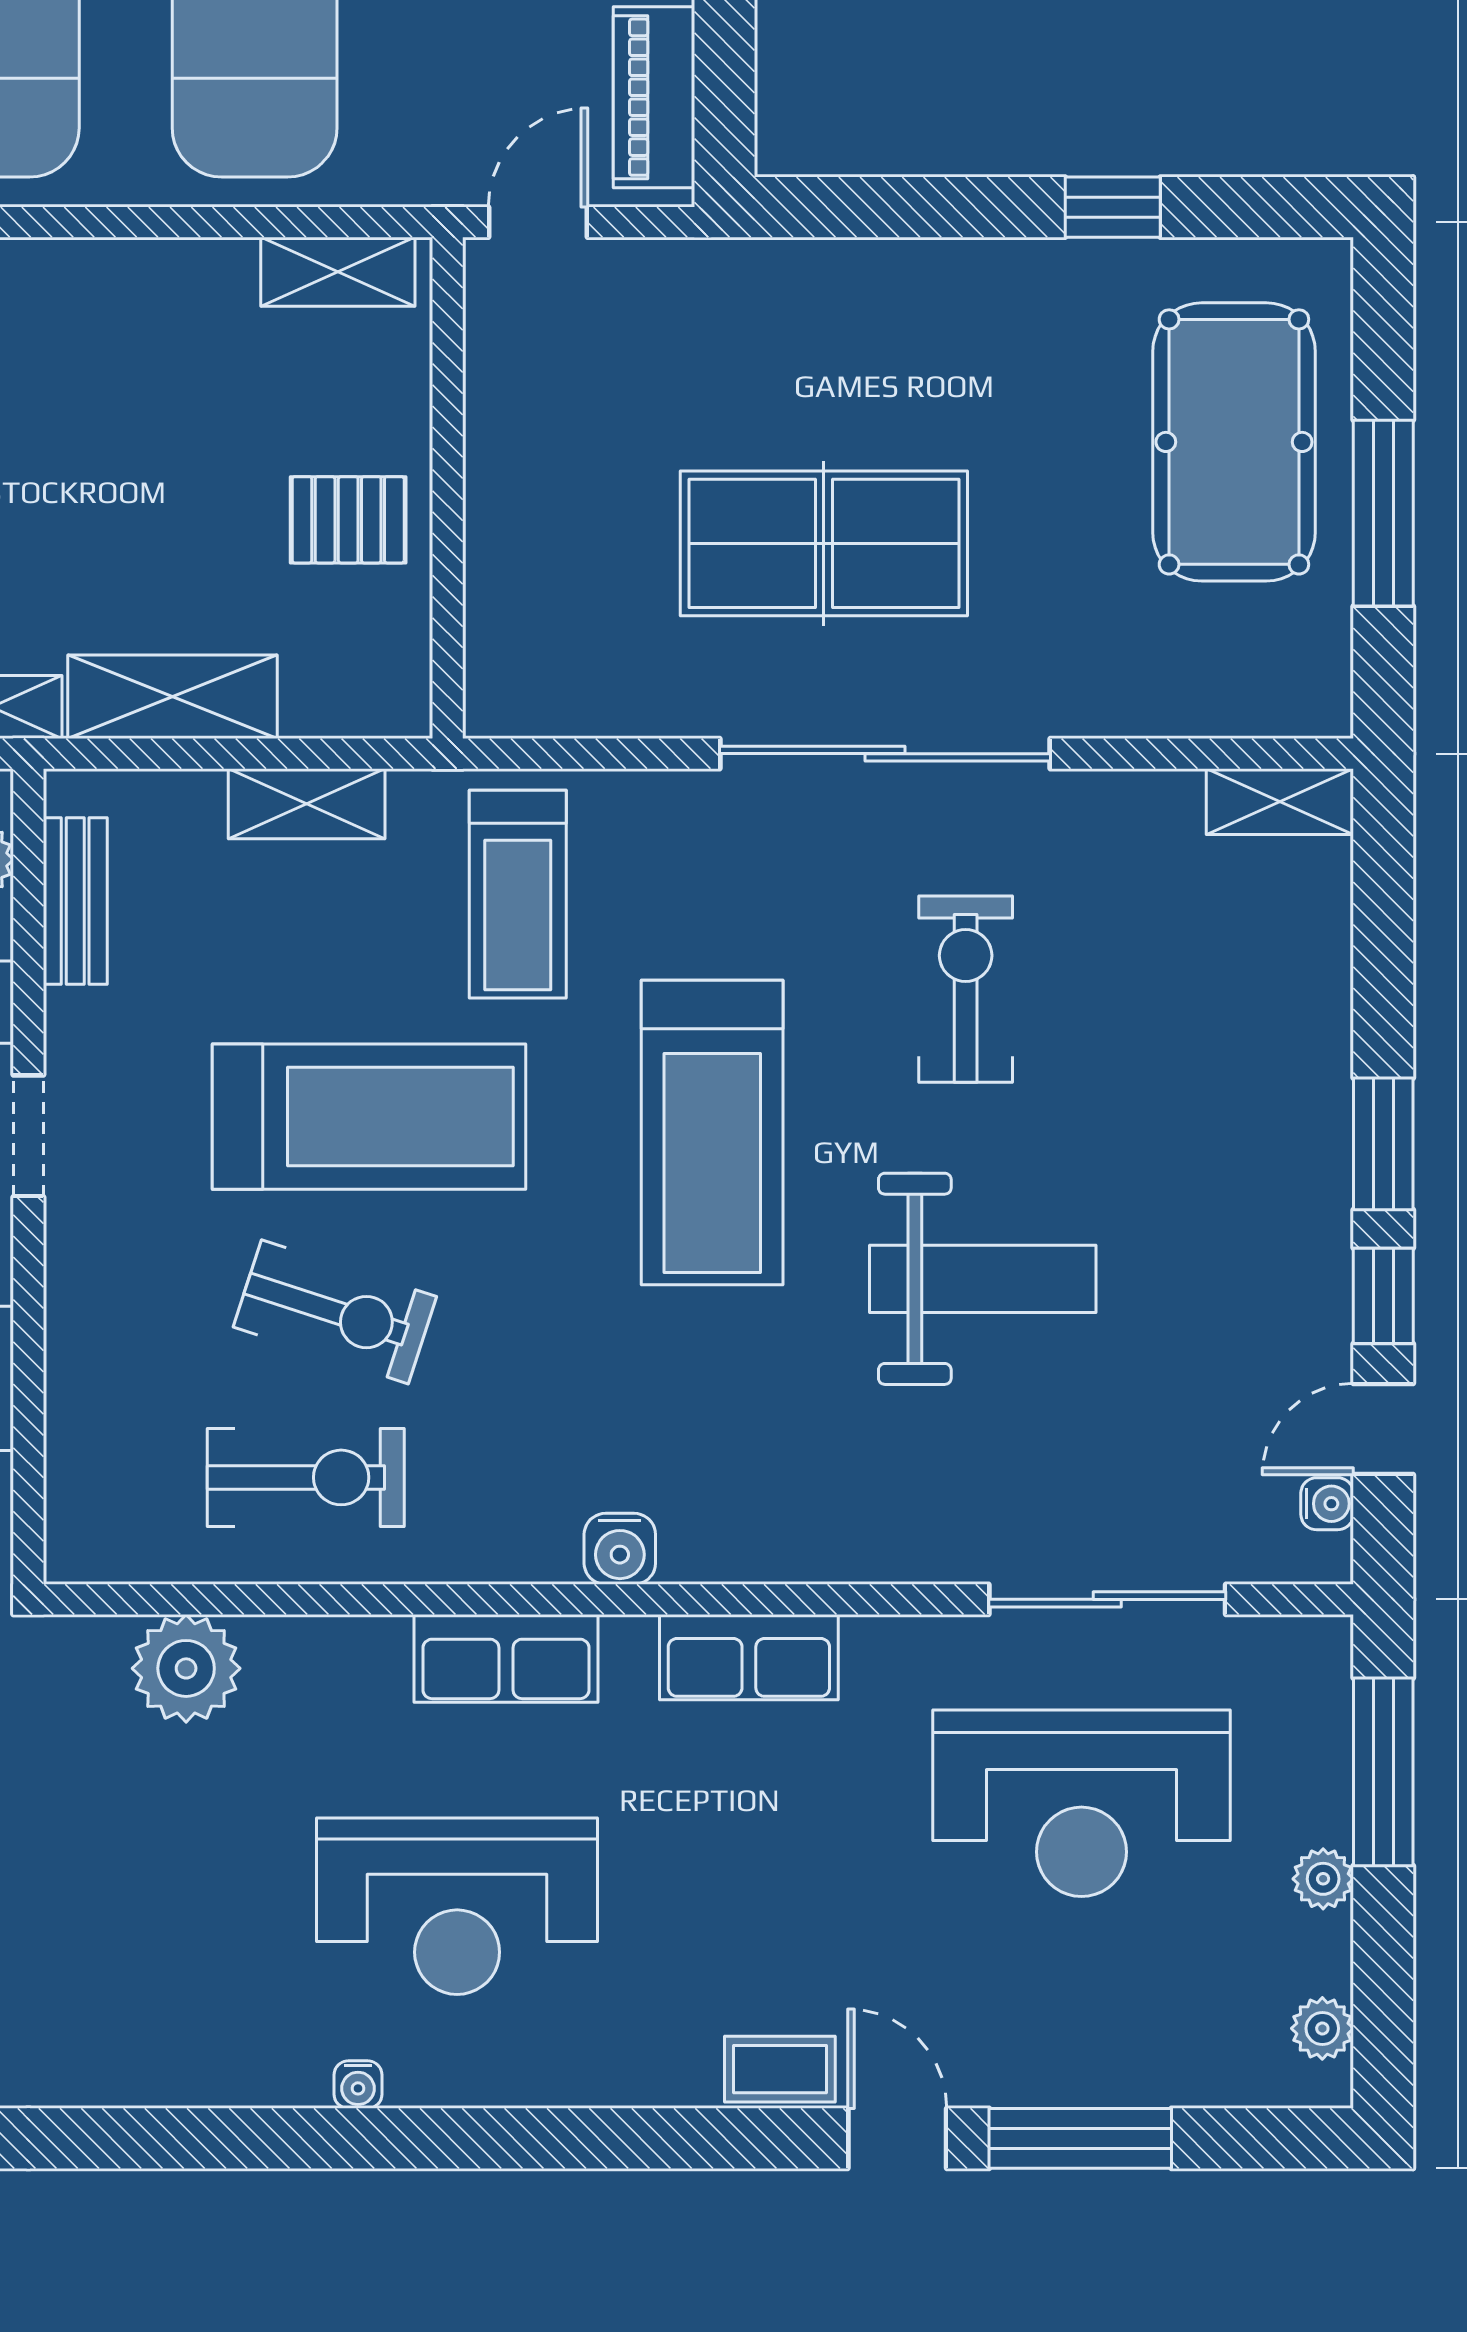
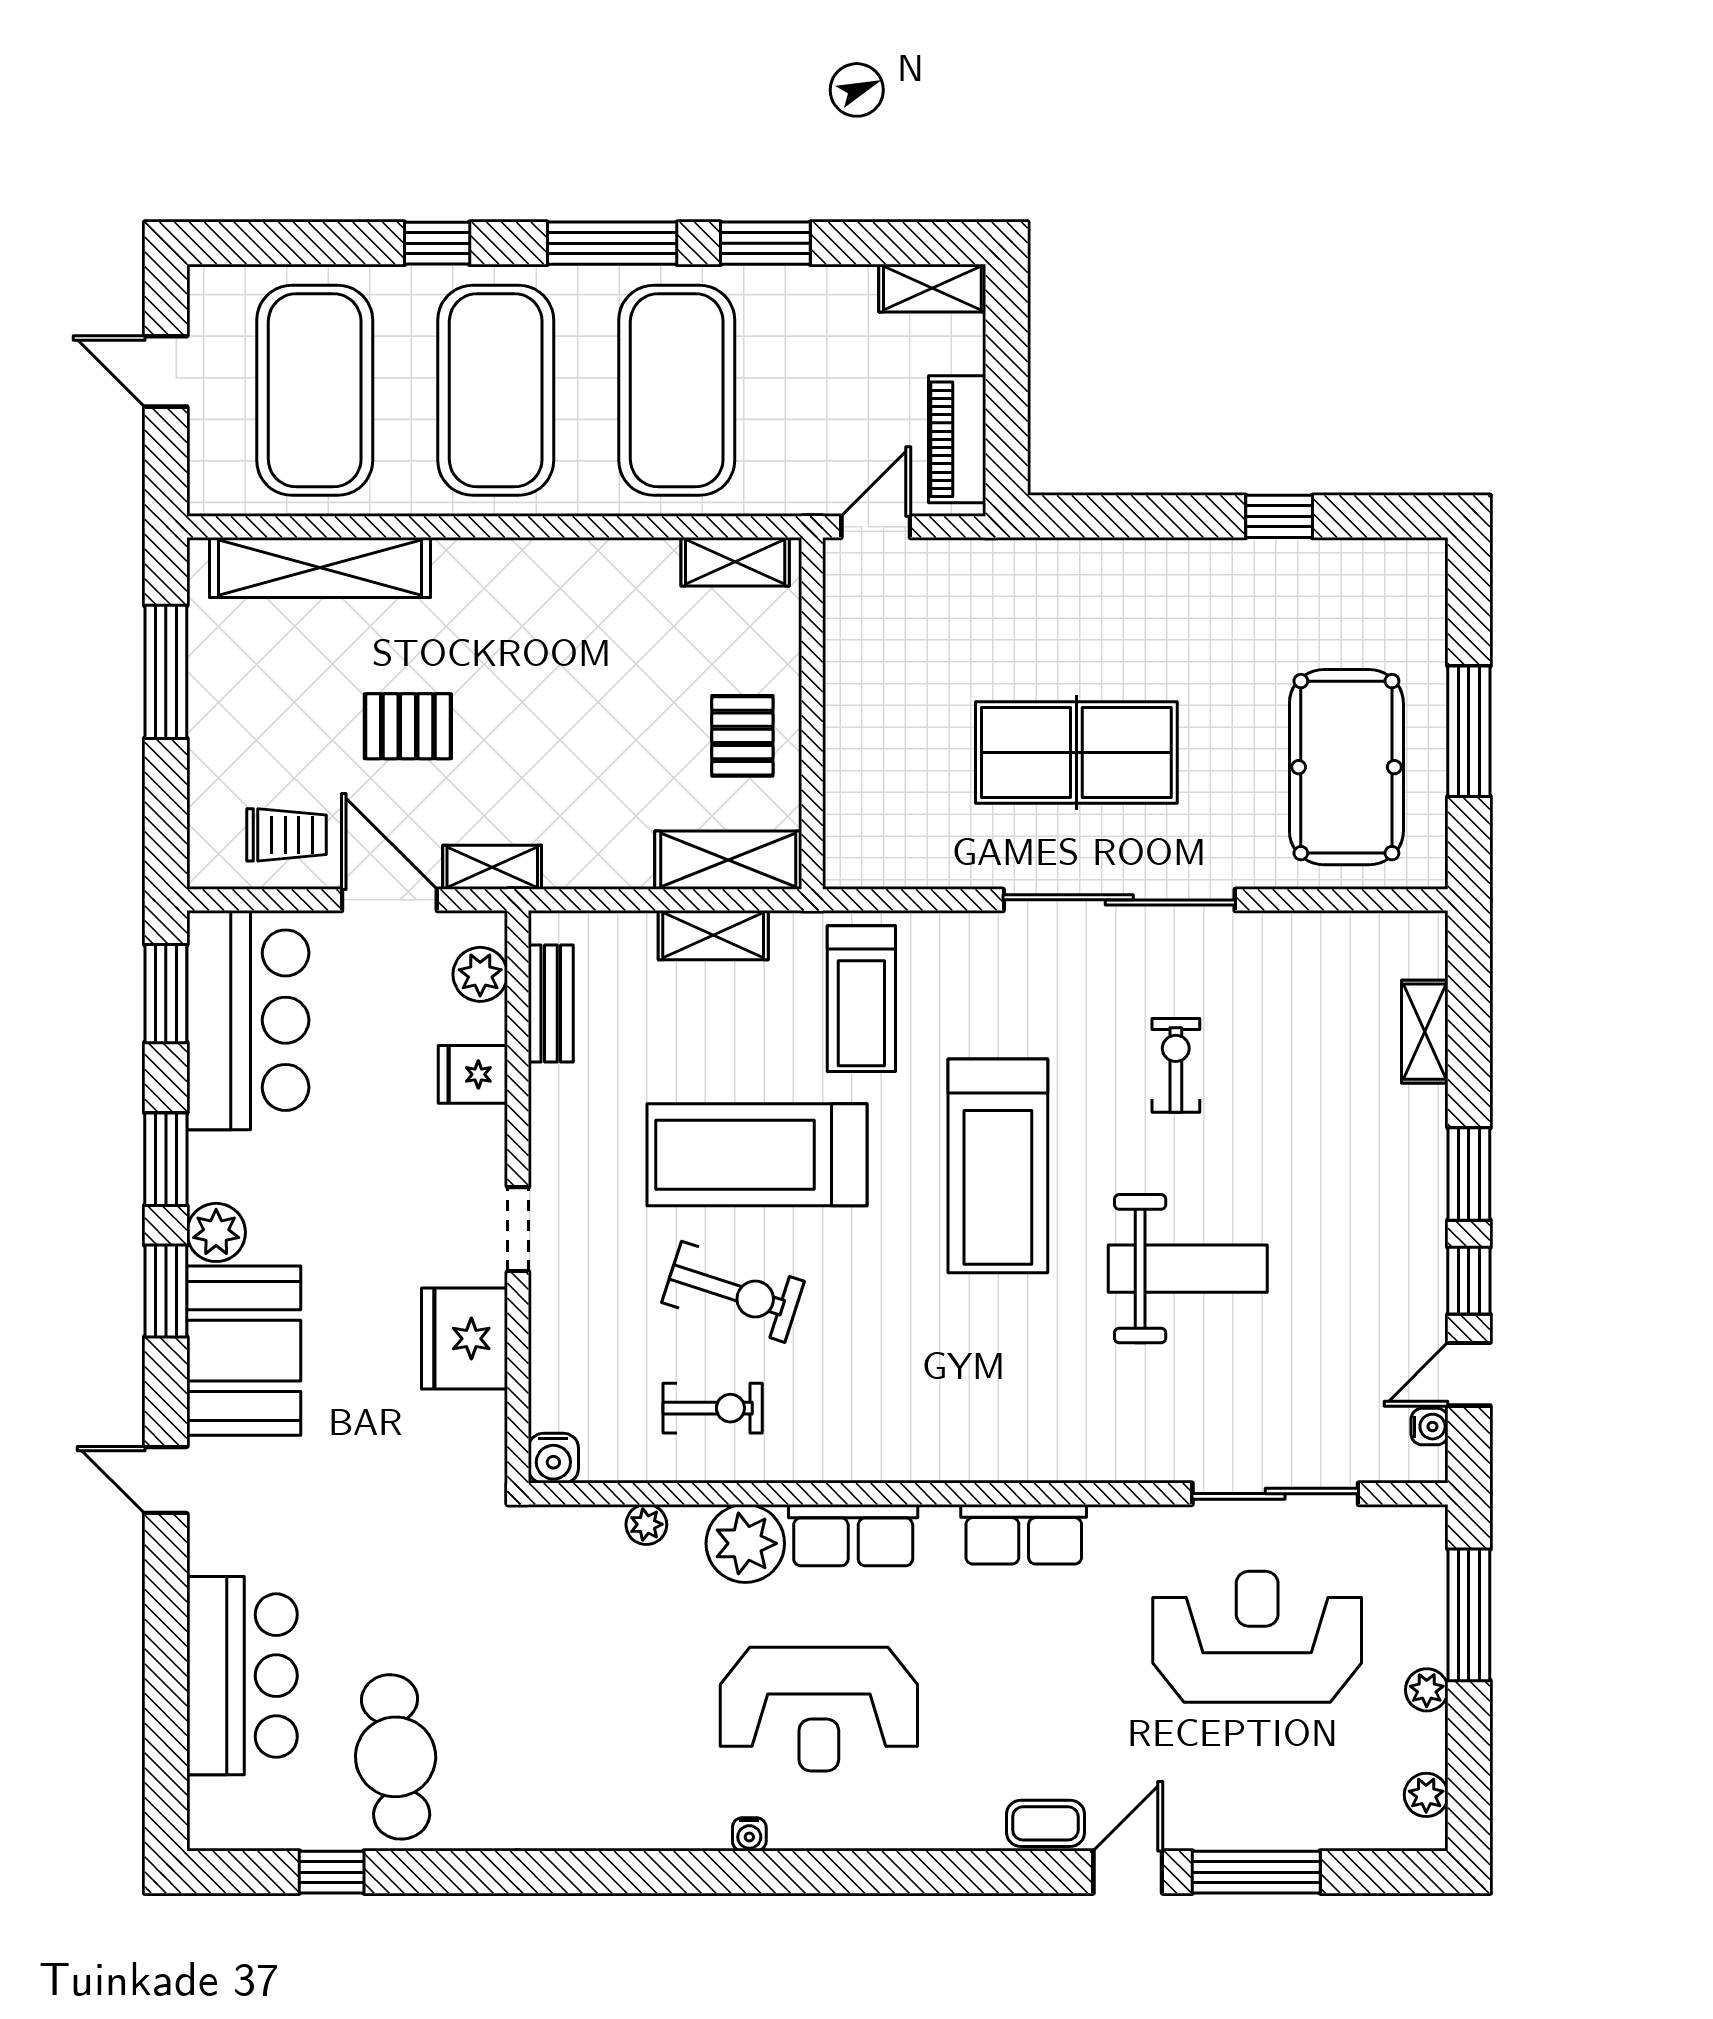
pool table: (1234, 442) -> (1346, 767), moved
pallet: (348, 520) -> (742, 736), turned 90
shelving: (172, 697) -> (728, 860), moved
shelving: (1280, 802) -> (1425, 1032), moved, turned 90
exercise bike: (966, 989) -> (1176, 1065), width x0.73, depth x0.72
treadmill: (369, 1117) -> (757, 1155), turned 180
doorway: (28, 1136) -> (518, 1229), moved
exercise bike: (306, 1477) -> (713, 1408), width x0.73, depth x0.72
water cooler: (620, 1549) -> (553, 1458), moved
plant: (186, 1668) -> (646, 1524), width x0.53, depth x0.53
plant: (352, 1670) -> (745, 1543), added
reception desk: (1081, 1803) -> (1257, 1637), turned 180
door: (897, 2138) -> (1128, 1872), hinge flipped

